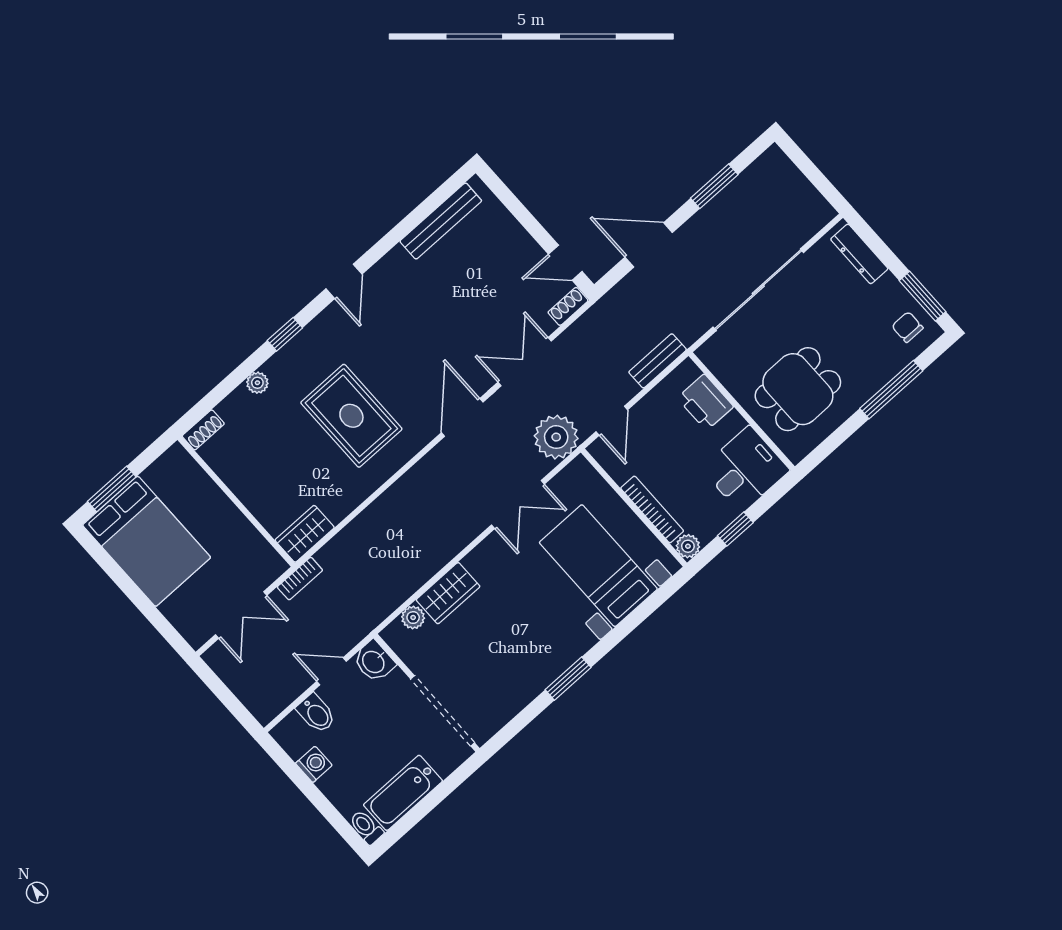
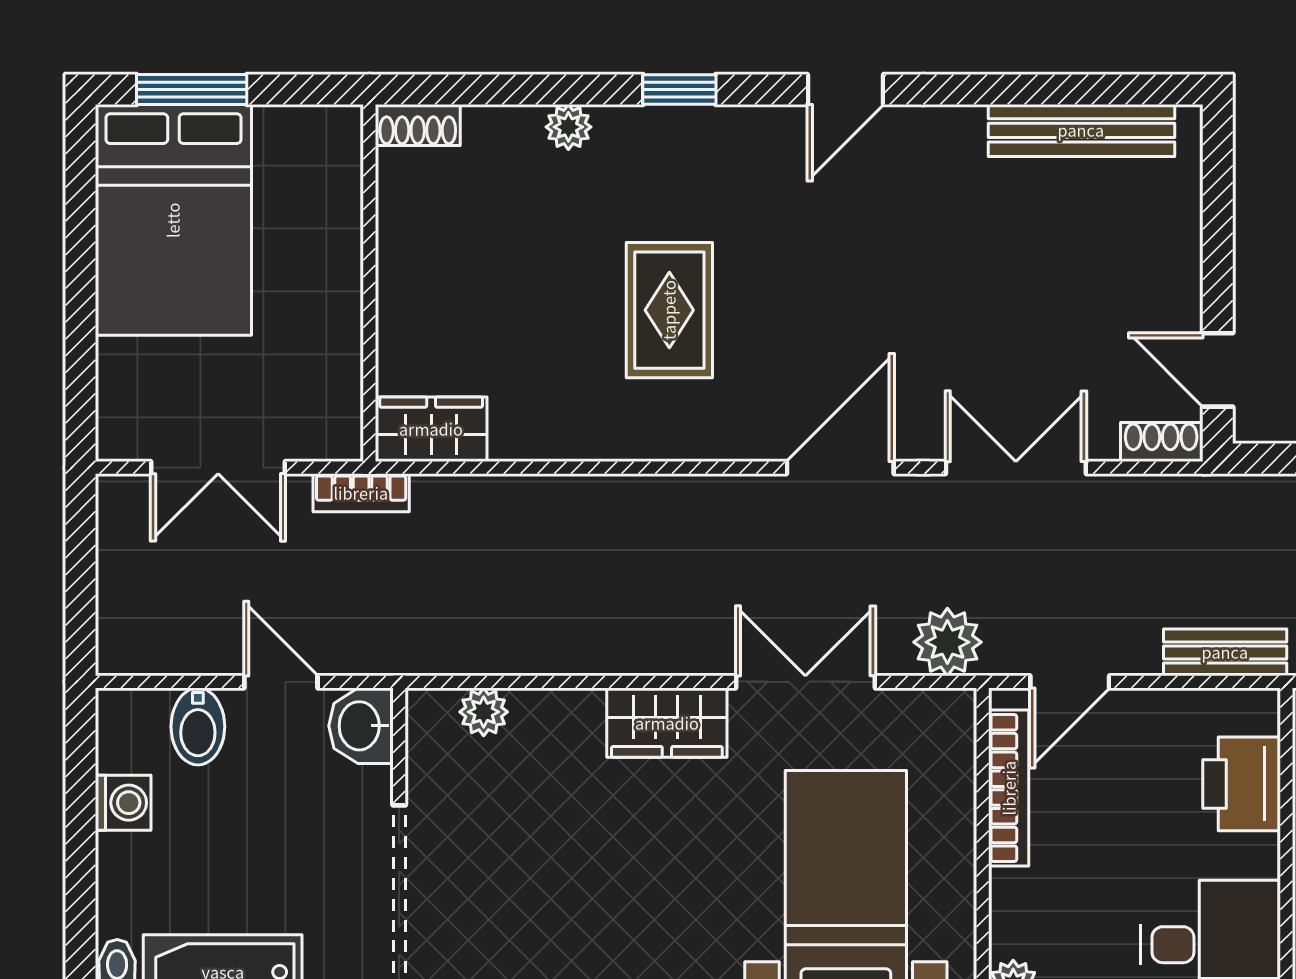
rug: (351, 416) -> (669, 310), width x0.73, depth x0.70
plant: (556, 437) -> (947, 642), width x0.73, depth x0.73
double door: (518, 505) -> (805, 682), swing flipped
bookcase: (652, 509) -> (1009, 788), moved
wardrobe: (448, 593) -> (667, 723), moved

